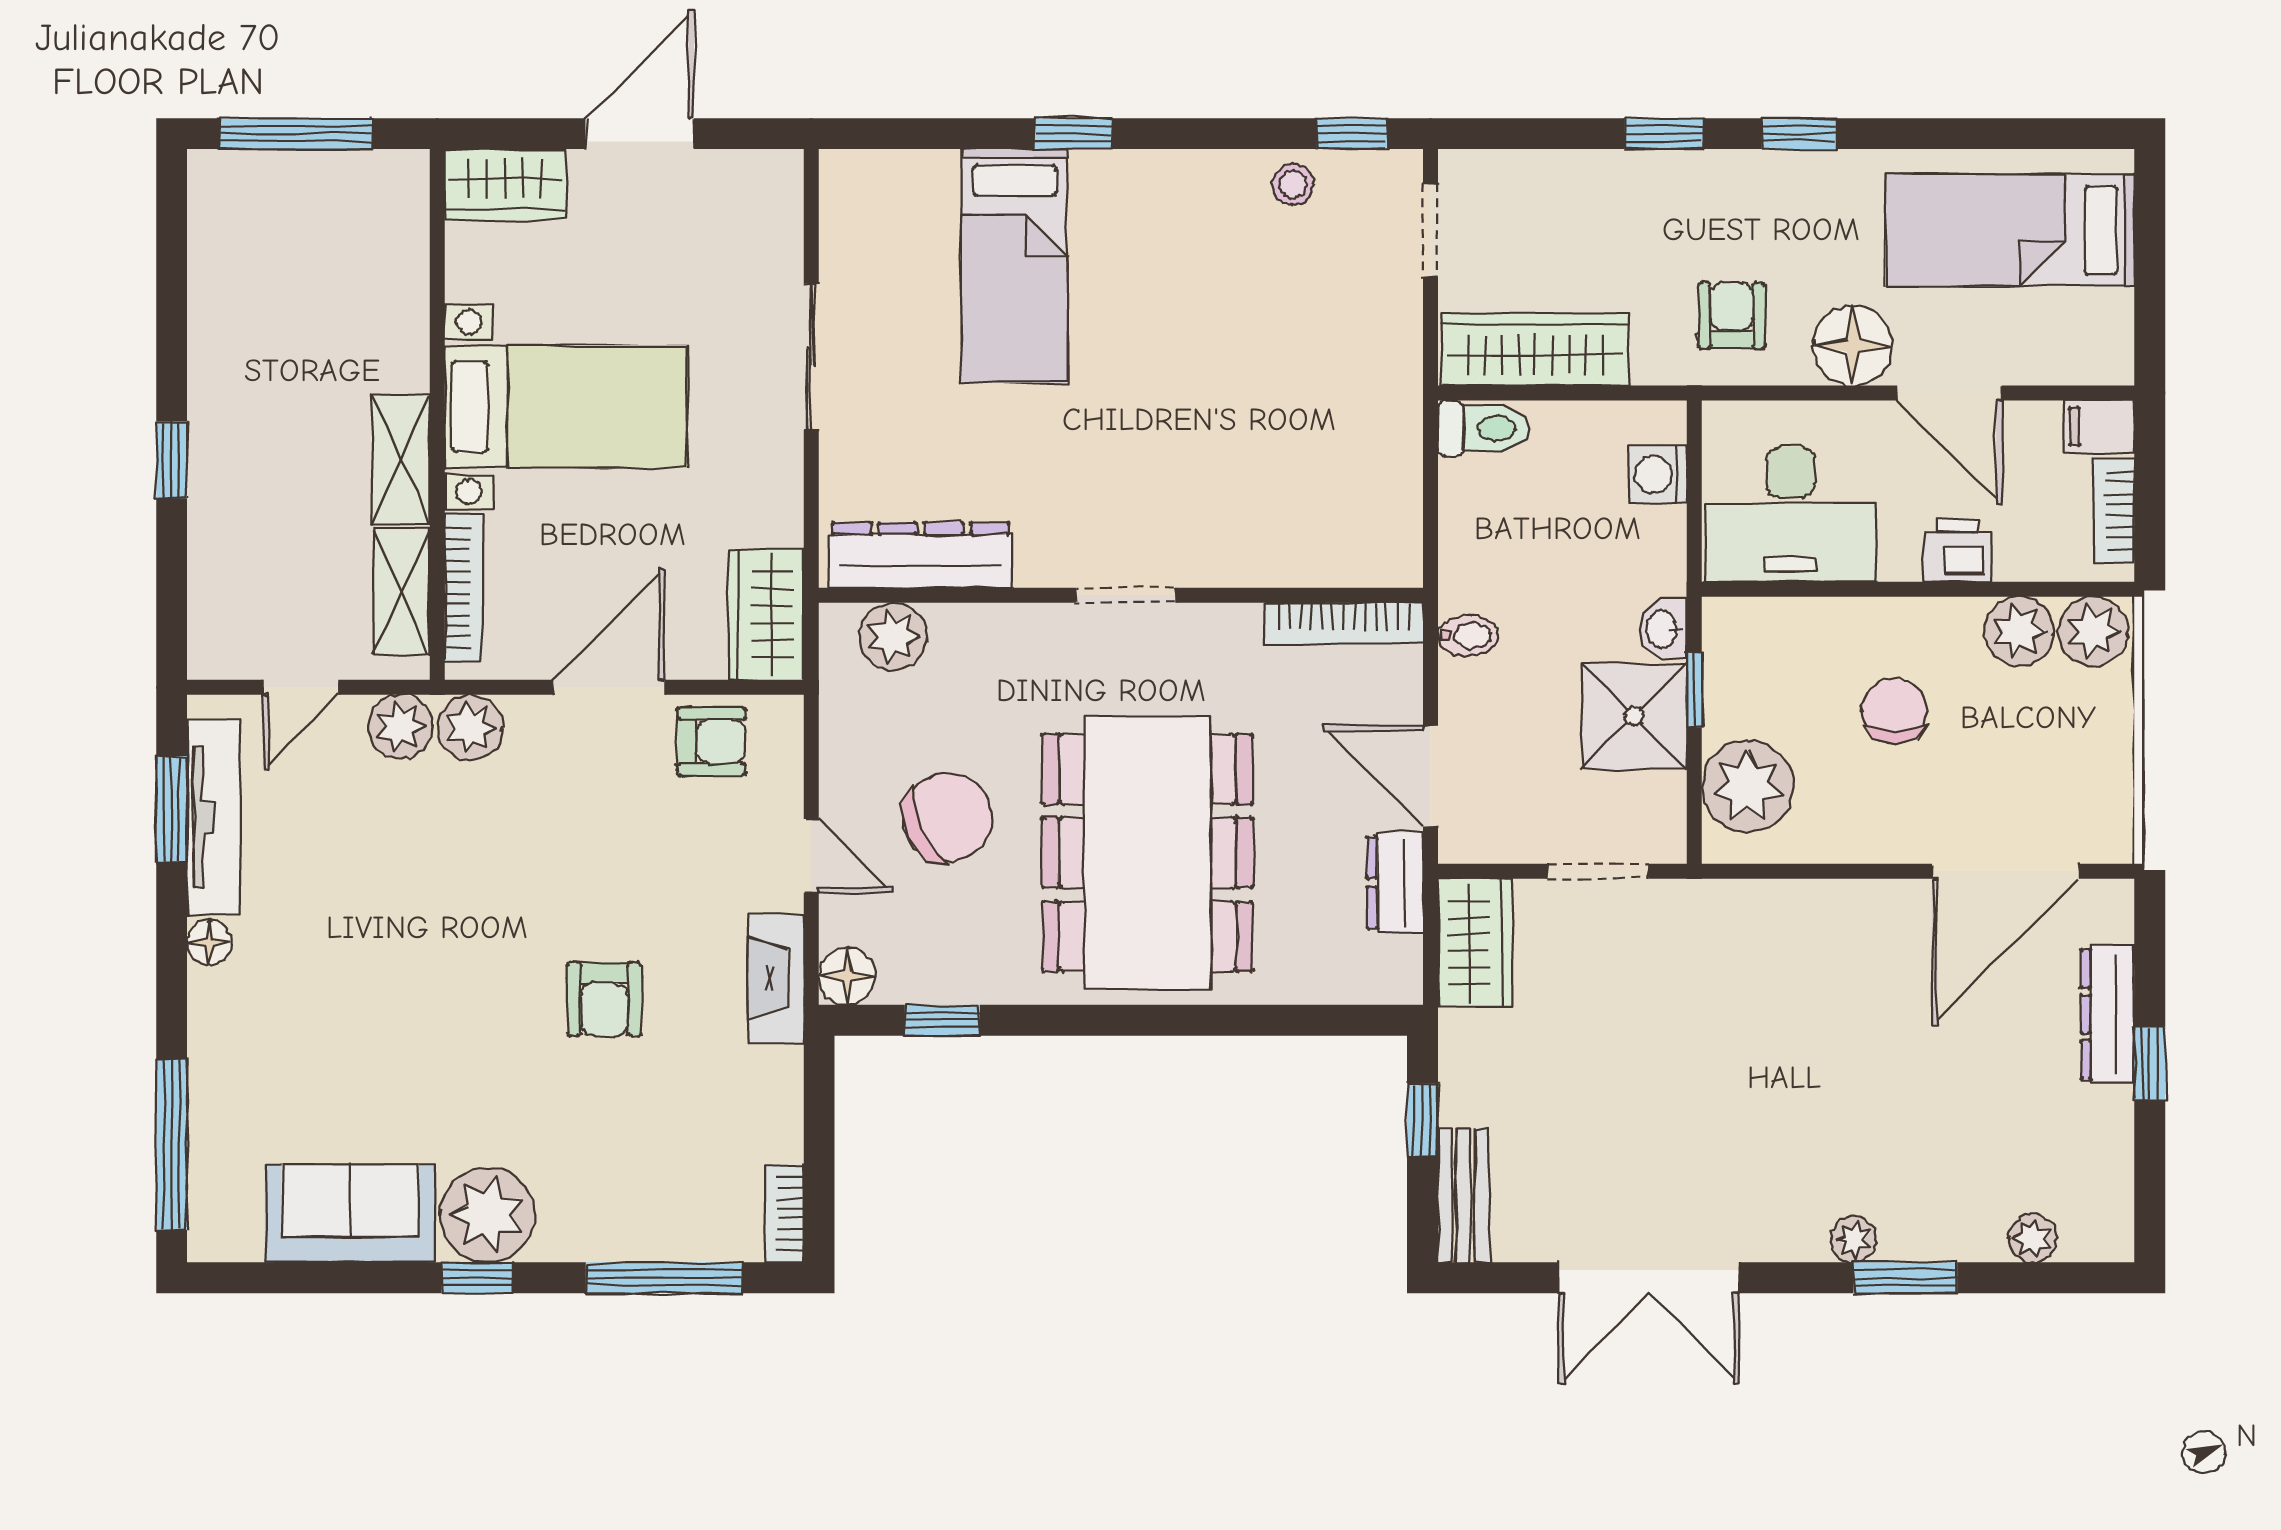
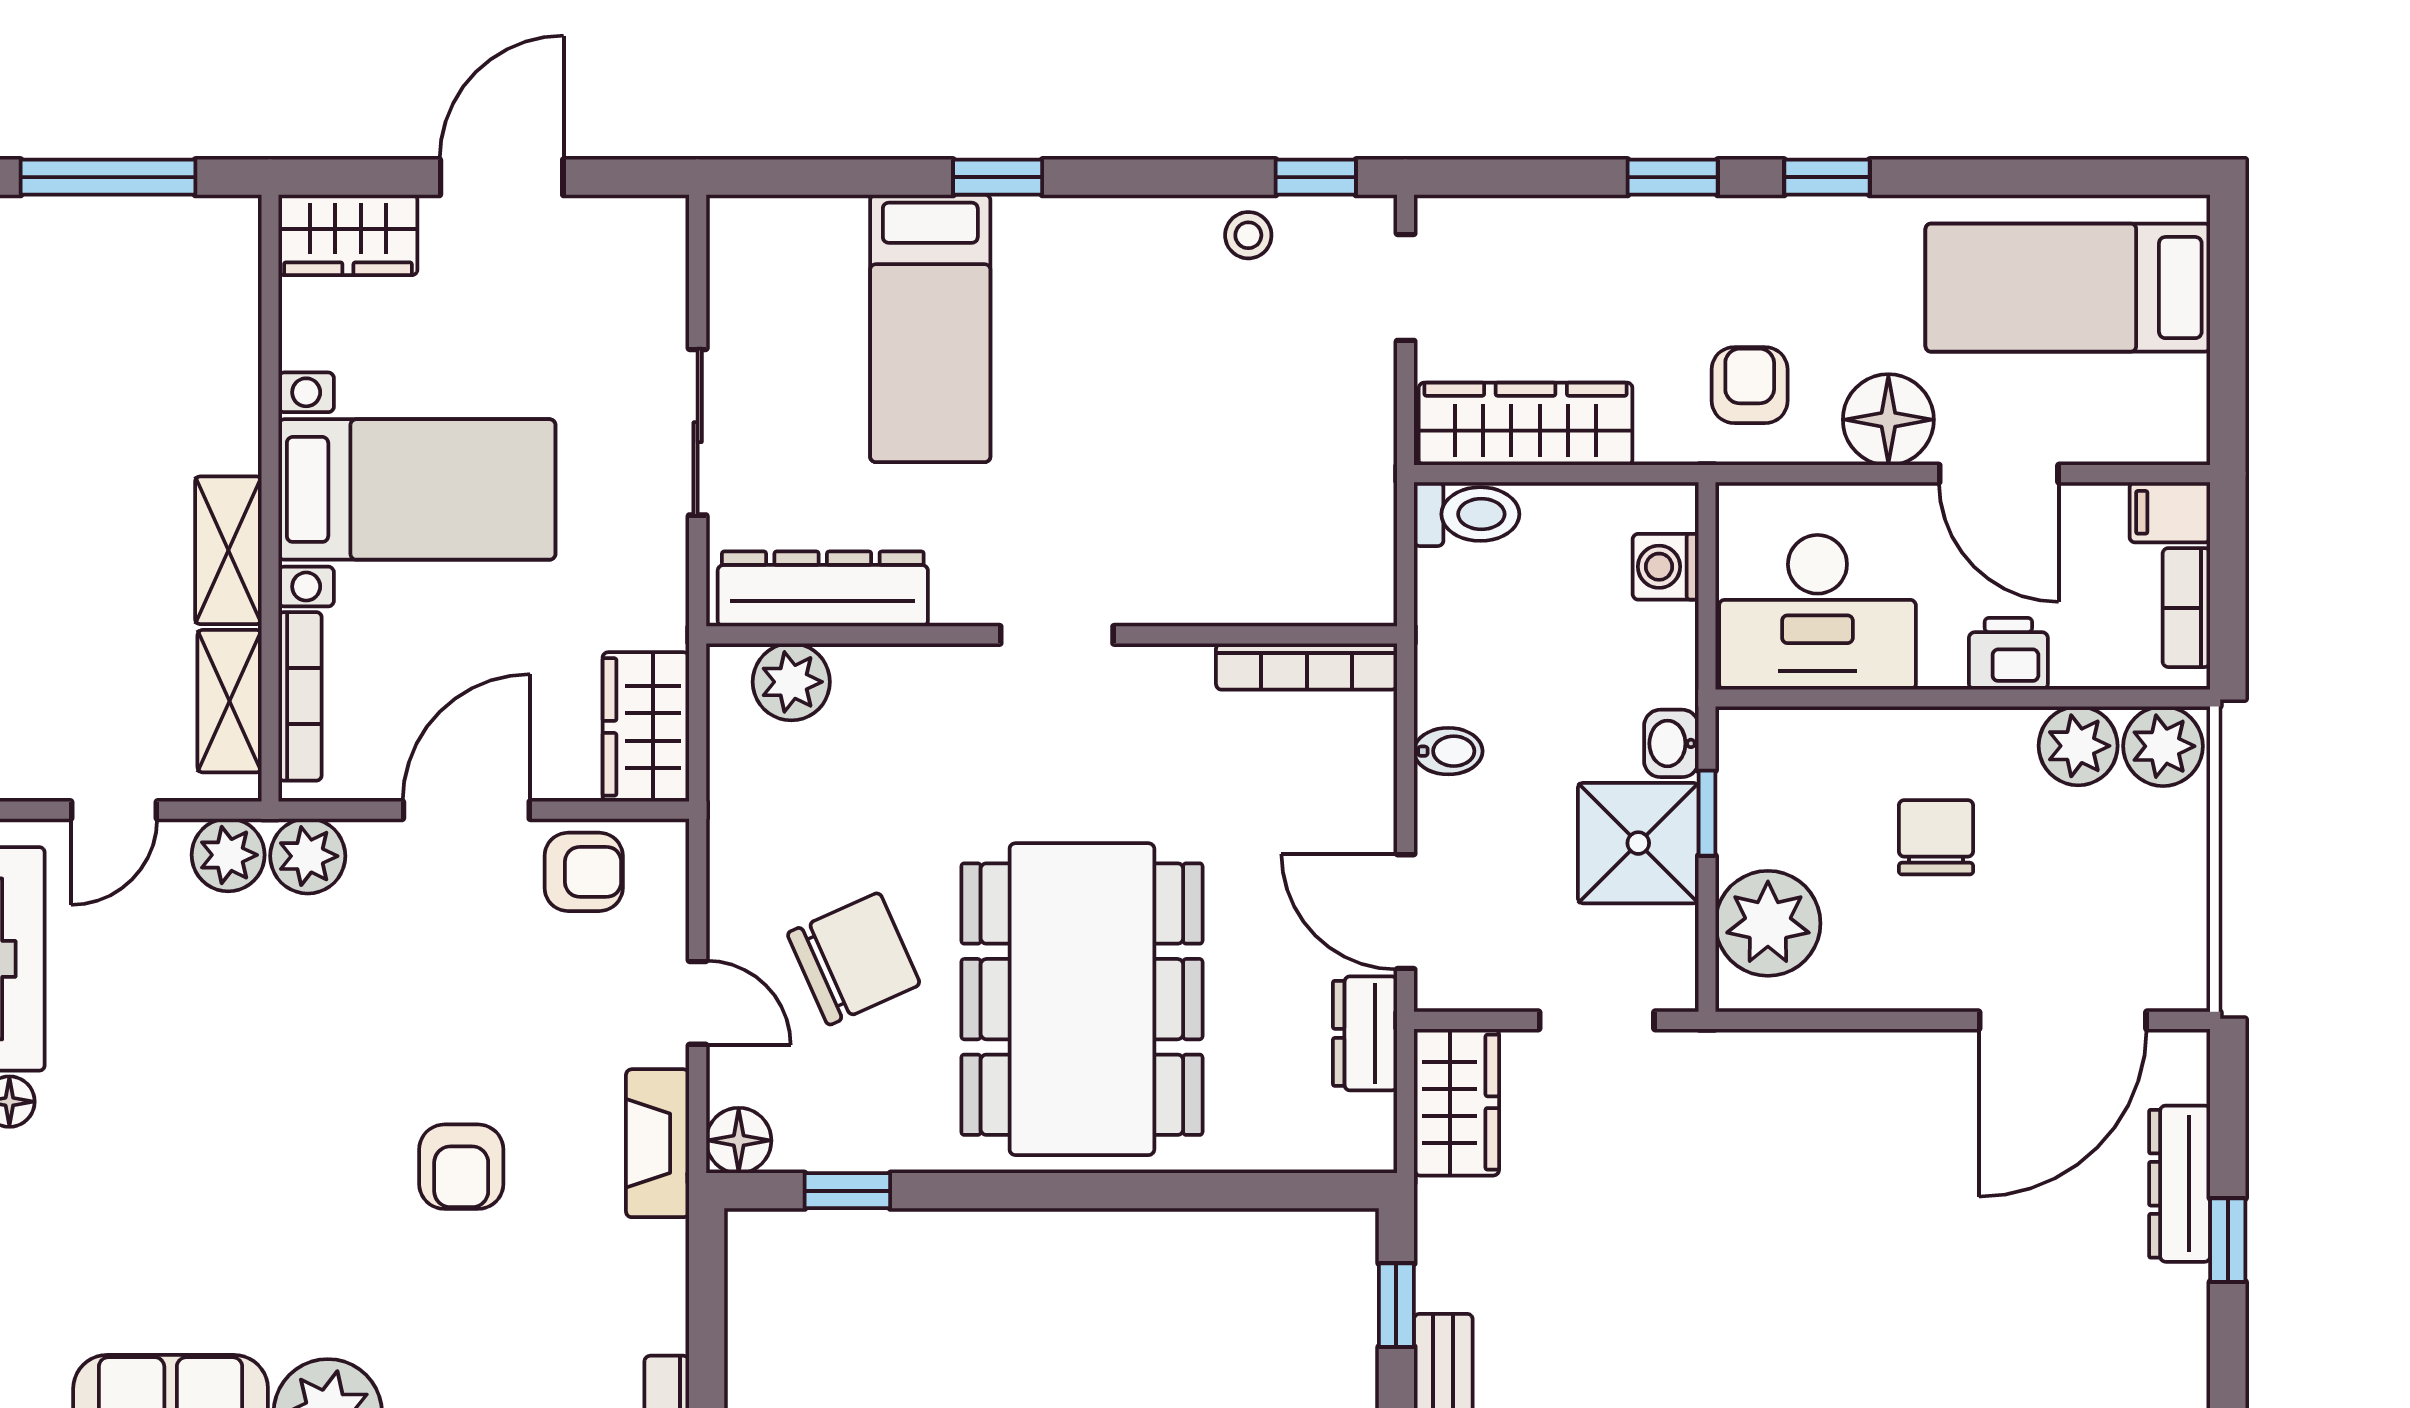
dresser: (921, 555) -> (823, 589), moved
wall: (1121, 595) -> (1052, 635), moved
doorway: (1126, 595) -> (1057, 635), moved
bookcase: (1344, 623) -> (1307, 666), moved
plant: (893, 636) -> (791, 682), moved

